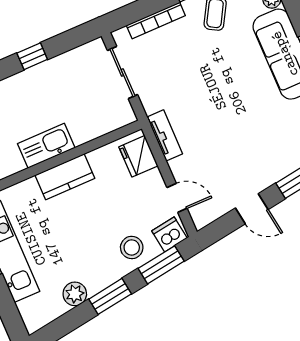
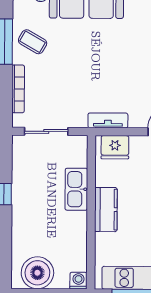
kitchen sink: (46, 146) -> (76, 189), moved

